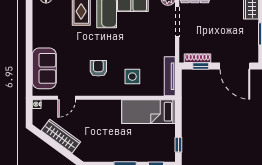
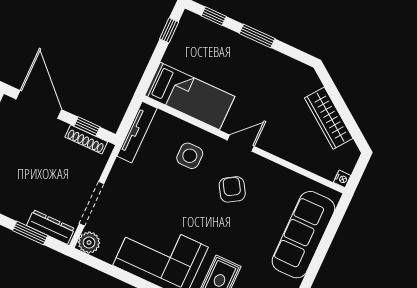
sofa: (44, 68) -> (303, 235), width x1.36
armchair: (98, 68) -> (232, 189), turned 148
door: (67, 98) -> (241, 143), moved

